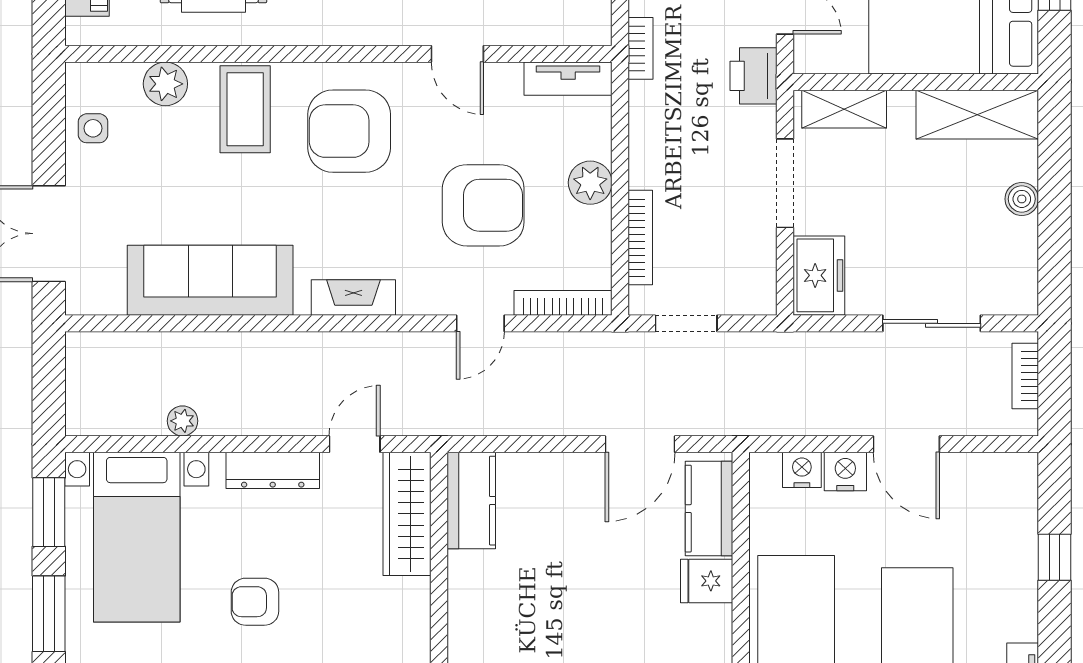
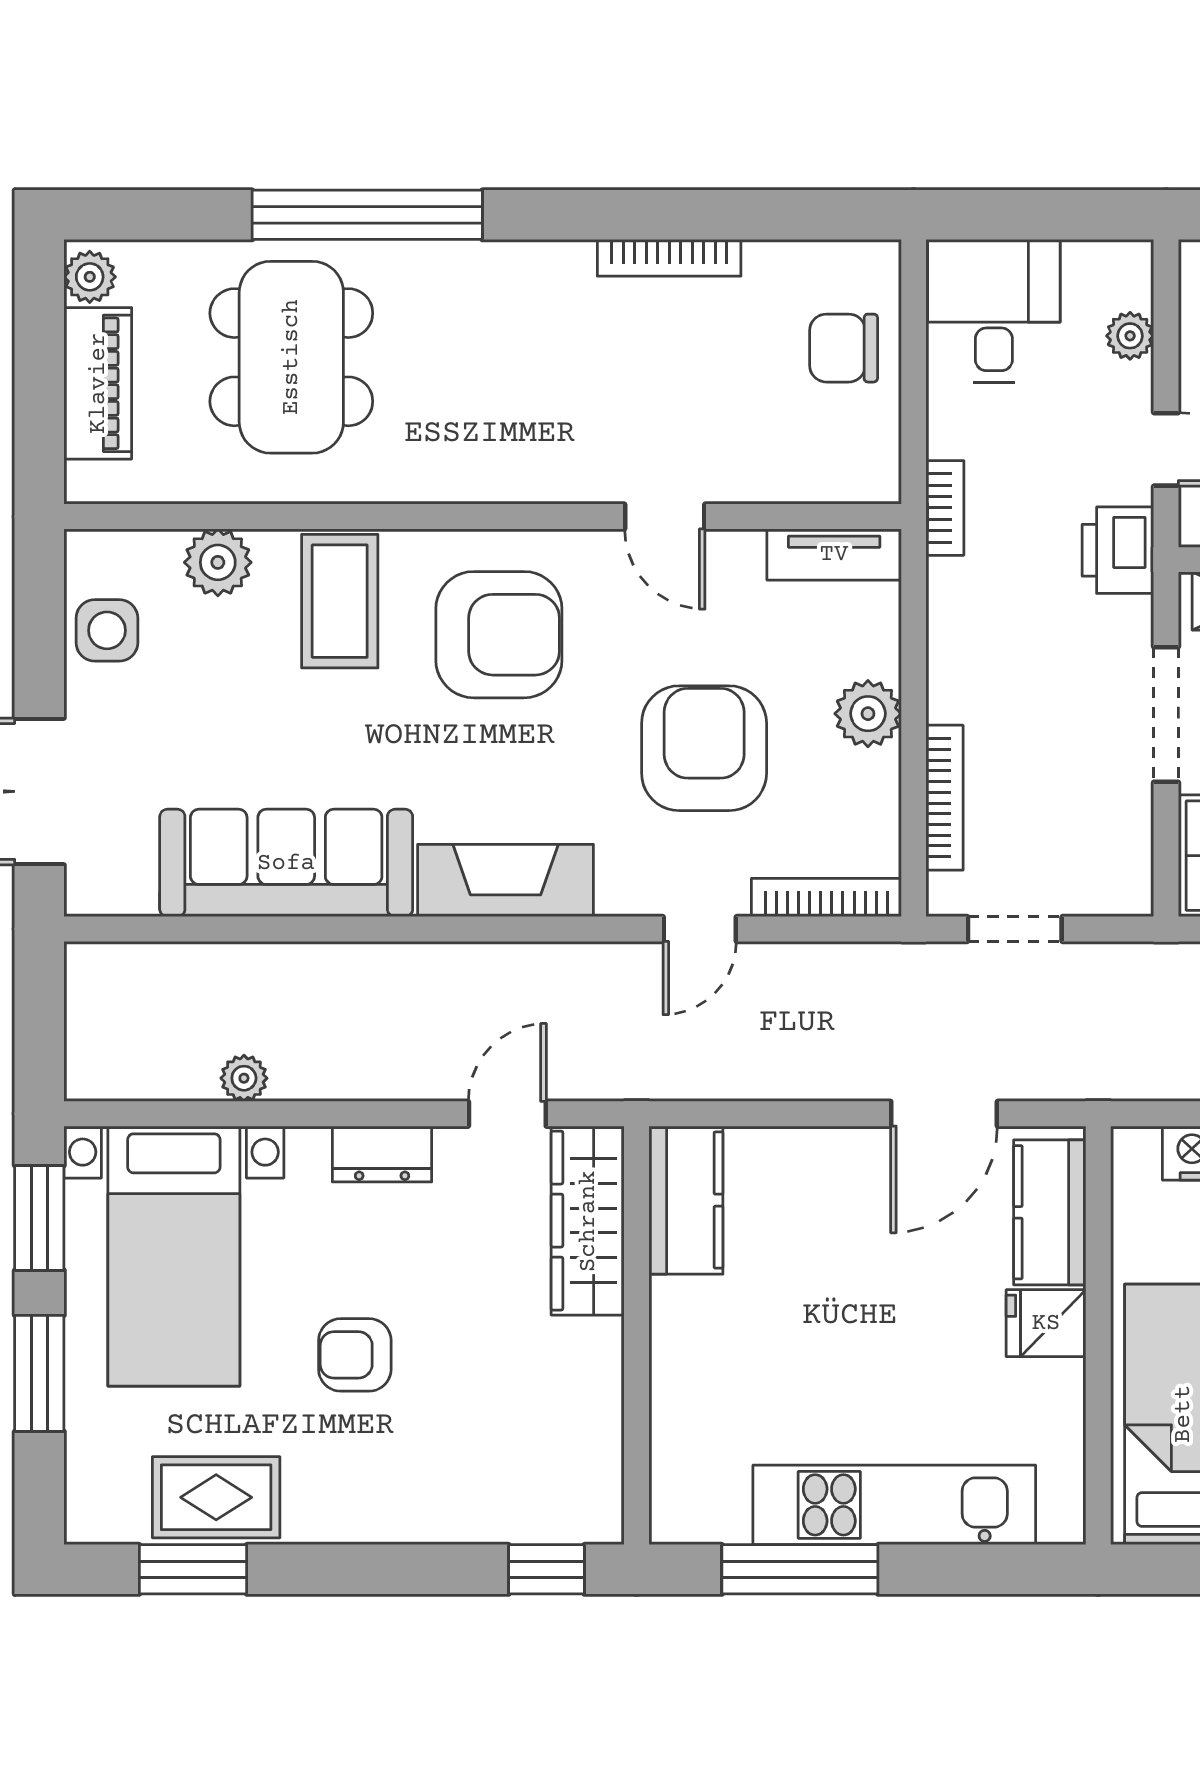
side table: (93, 128) -> (107, 630), width x1.37, depth x1.37
armchair: (349, 131) -> (499, 635), turned 180
armchair: (483, 205) -> (704, 748), turned -90
fireplace: (353, 297) -> (506, 881), width x1.37, depth x1.32
dresser: (273, 470) -> (382, 1154), width x0.70

